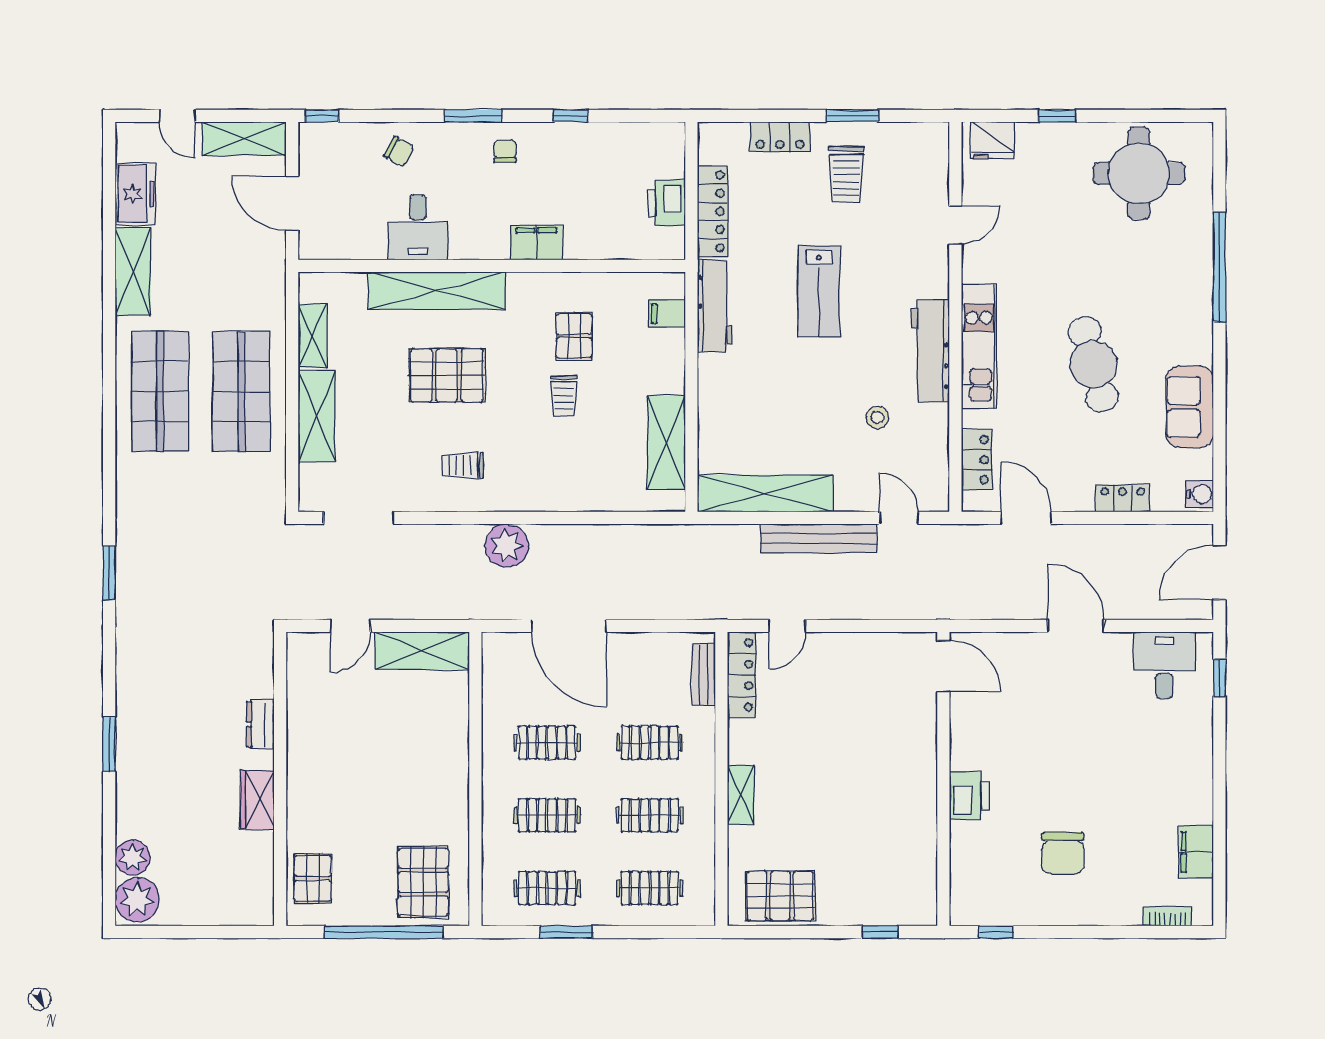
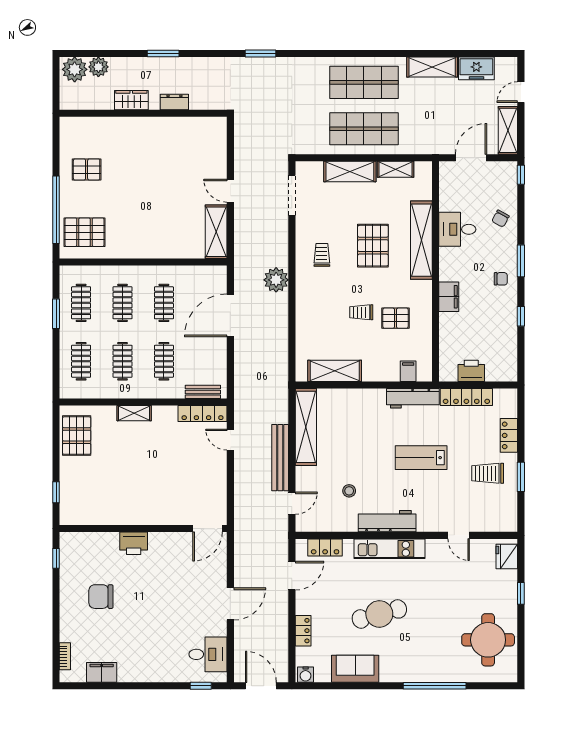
dresser: (260, 724) -> (174, 102), moved
wall: (280, 779) -> (143, 113), moved
wardrobe: (257, 800) -> (131, 100), moved

